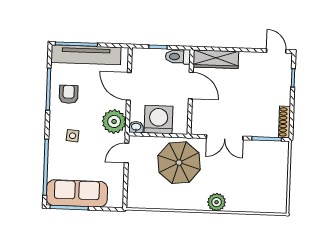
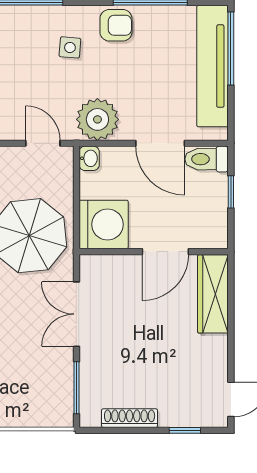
toilet: (178, 57) -> (207, 159), moved, turned -90
door: (129, 86) -> (160, 143), swing flipped
armchair: (69, 94) -> (116, 25), moved
washing machine: (159, 120) -> (104, 224), moved
shoe rack: (285, 122) -> (130, 418), moved

